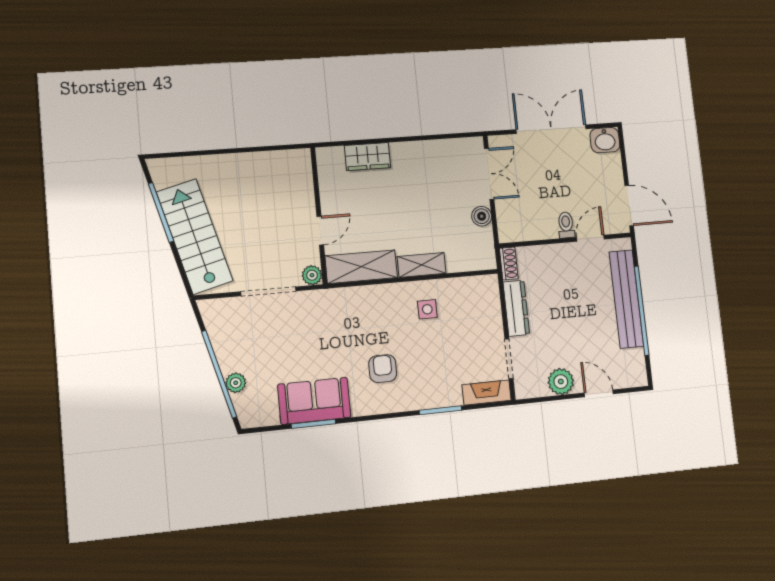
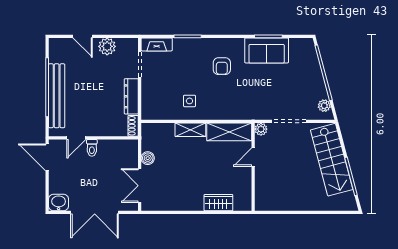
plant: (236, 383) -> (324, 106), moved

